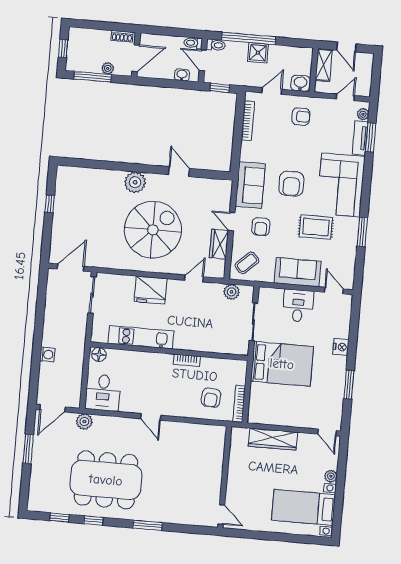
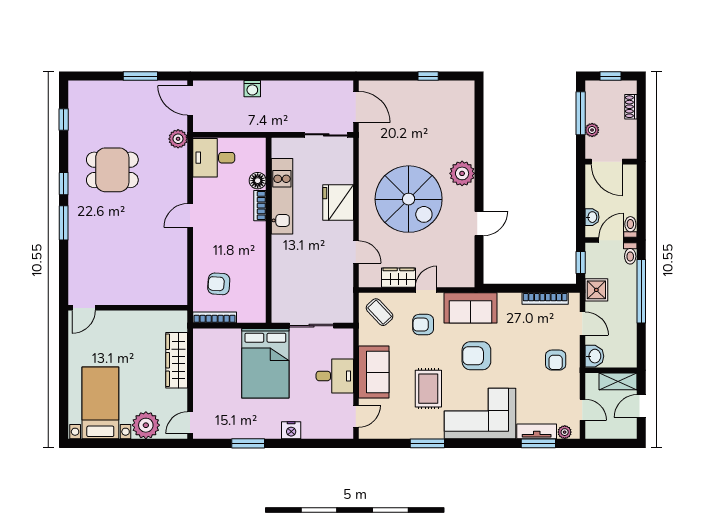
shoe rack: (122, 36) -> (631, 107), moved
shower: (258, 53) -> (596, 290), moved
plant: (231, 292) -> (344, 297), removed
floor lamp: (99, 355) -> (258, 181), moved
bookcase: (187, 360) -> (260, 206), moved
plant: (331, 476) -> (146, 425), width x1.87, depth x1.87
dining table: (106, 480) -> (112, 170), width x0.53, depth x0.80
window: (93, 521) -> (64, 184), moved

